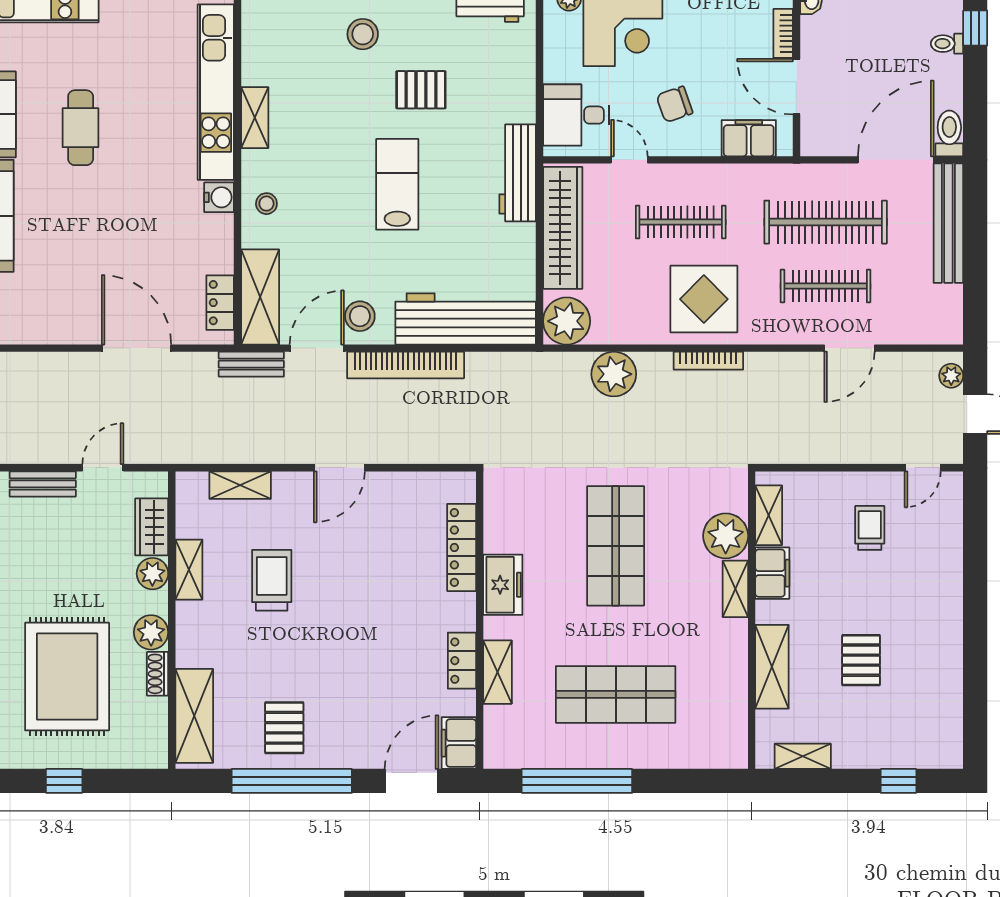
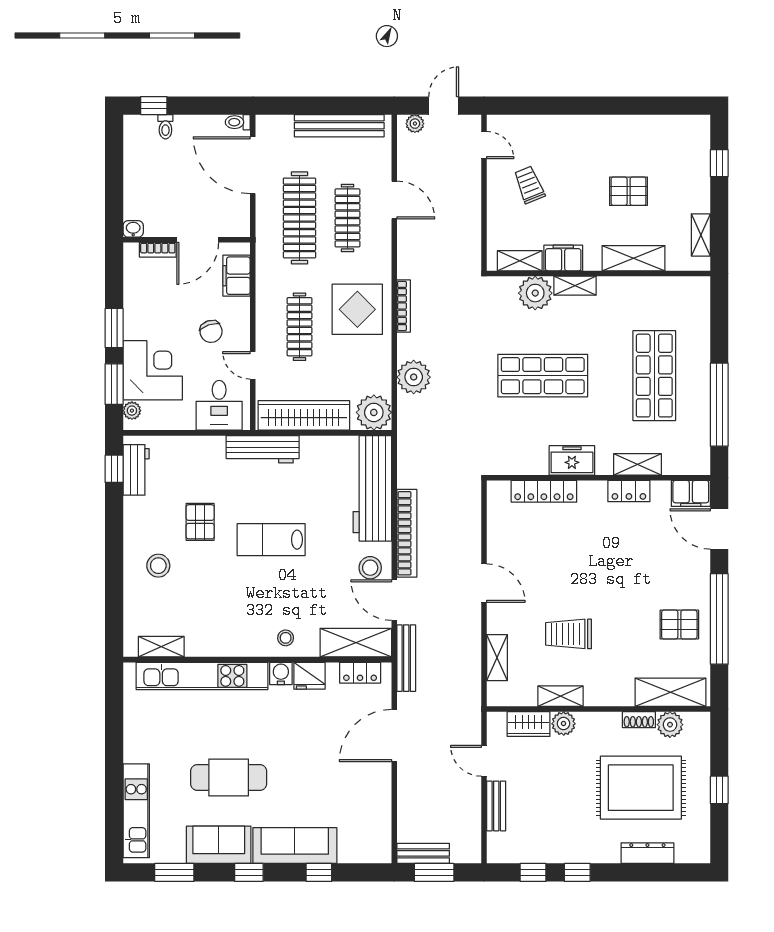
shelving: (255, 118) -> (161, 647), moved
cafe table: (81, 128) -> (229, 778), width x1.37, depth x1.35
toilet: (949, 133) -> (238, 122), width x0.73, depth x0.72
door: (629, 160) -> (253, 365), hinge flipped
bench: (948, 223) -> (339, 126), moved
fridge: (216, 235) -> (309, 676), added
bench: (251, 364) -> (406, 658), width x1.36
trolley: (870, 528) -> (529, 185), turned 68
plant: (151, 632) -> (670, 725), moved

